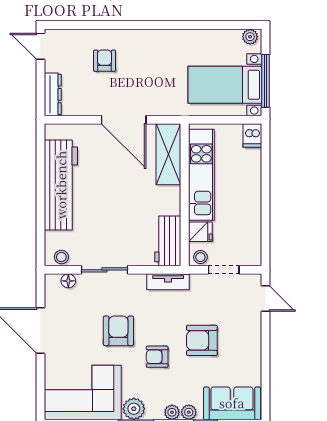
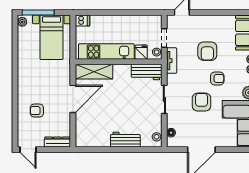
door: (40, 46) -> (28, 150), hinge flipped
window: (265, 81) -> (38, 12), moved
workbench: (61, 185) -> (125, 140), width x0.53, depth x0.76
sliding door: (104, 270) -> (164, 99), moved
tv unit: (168, 282) -> (172, 61), moved
armchair: (118, 331) -> (201, 102), turned 90
armchair: (157, 357) -> (217, 79), turned -90

